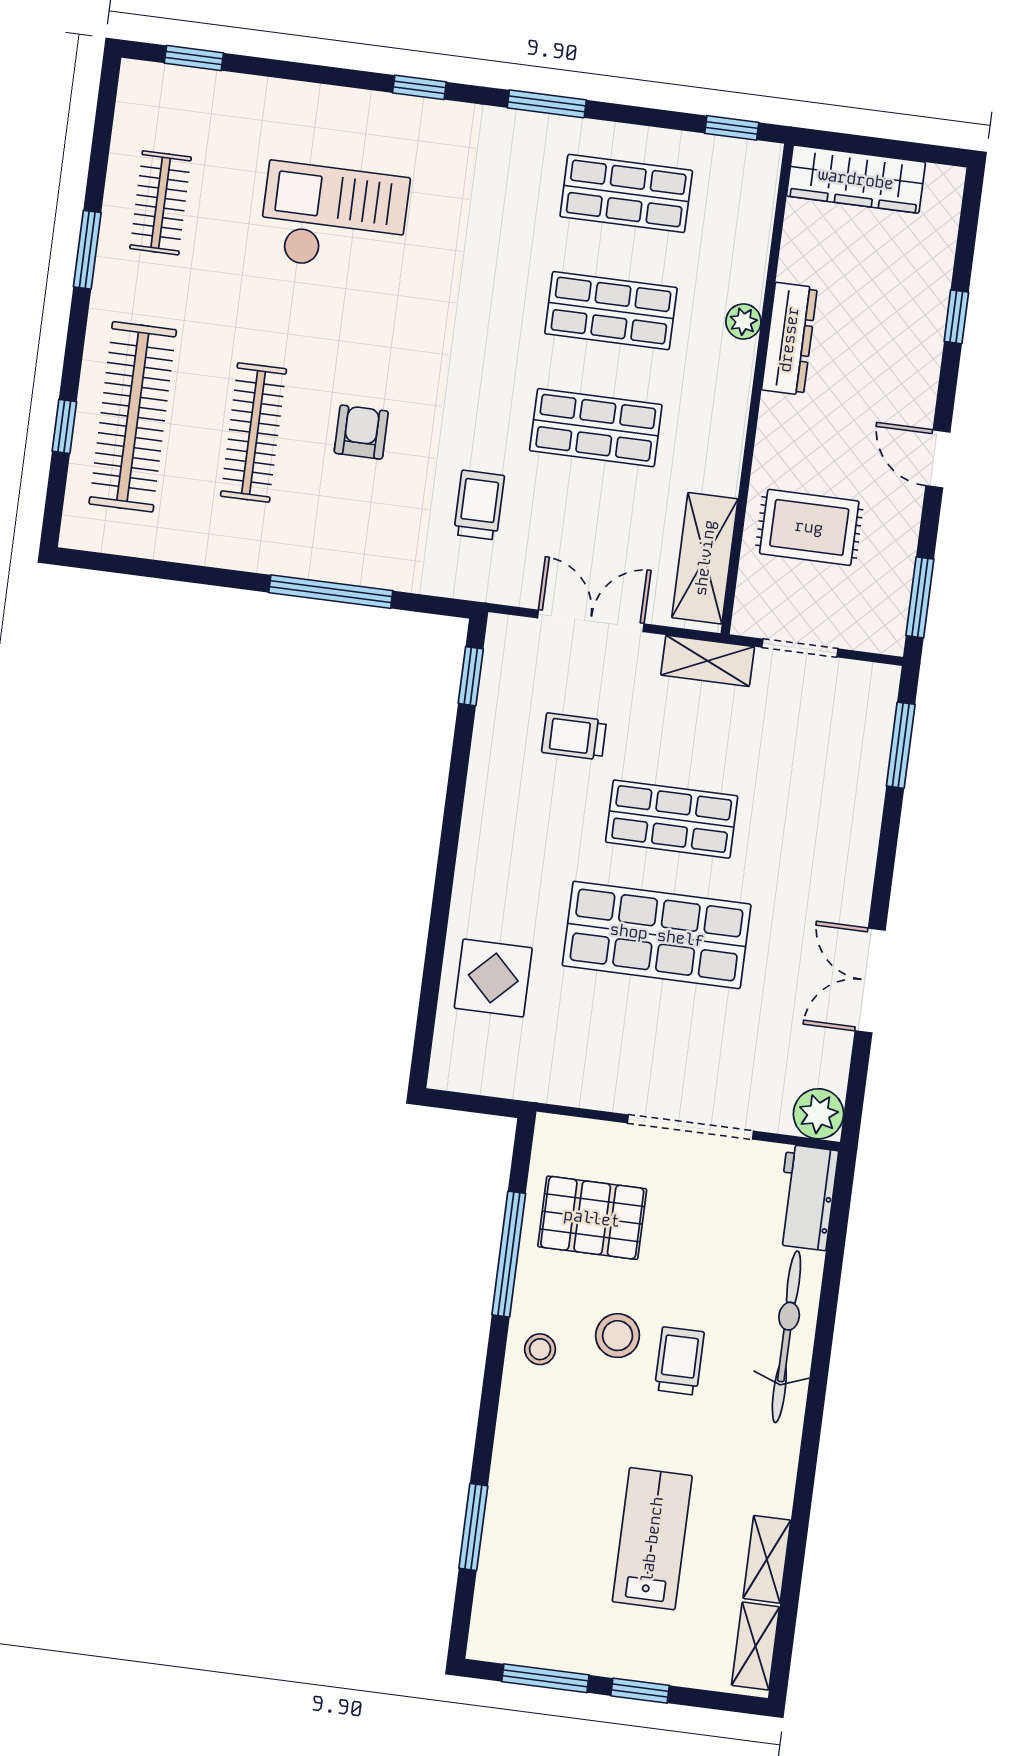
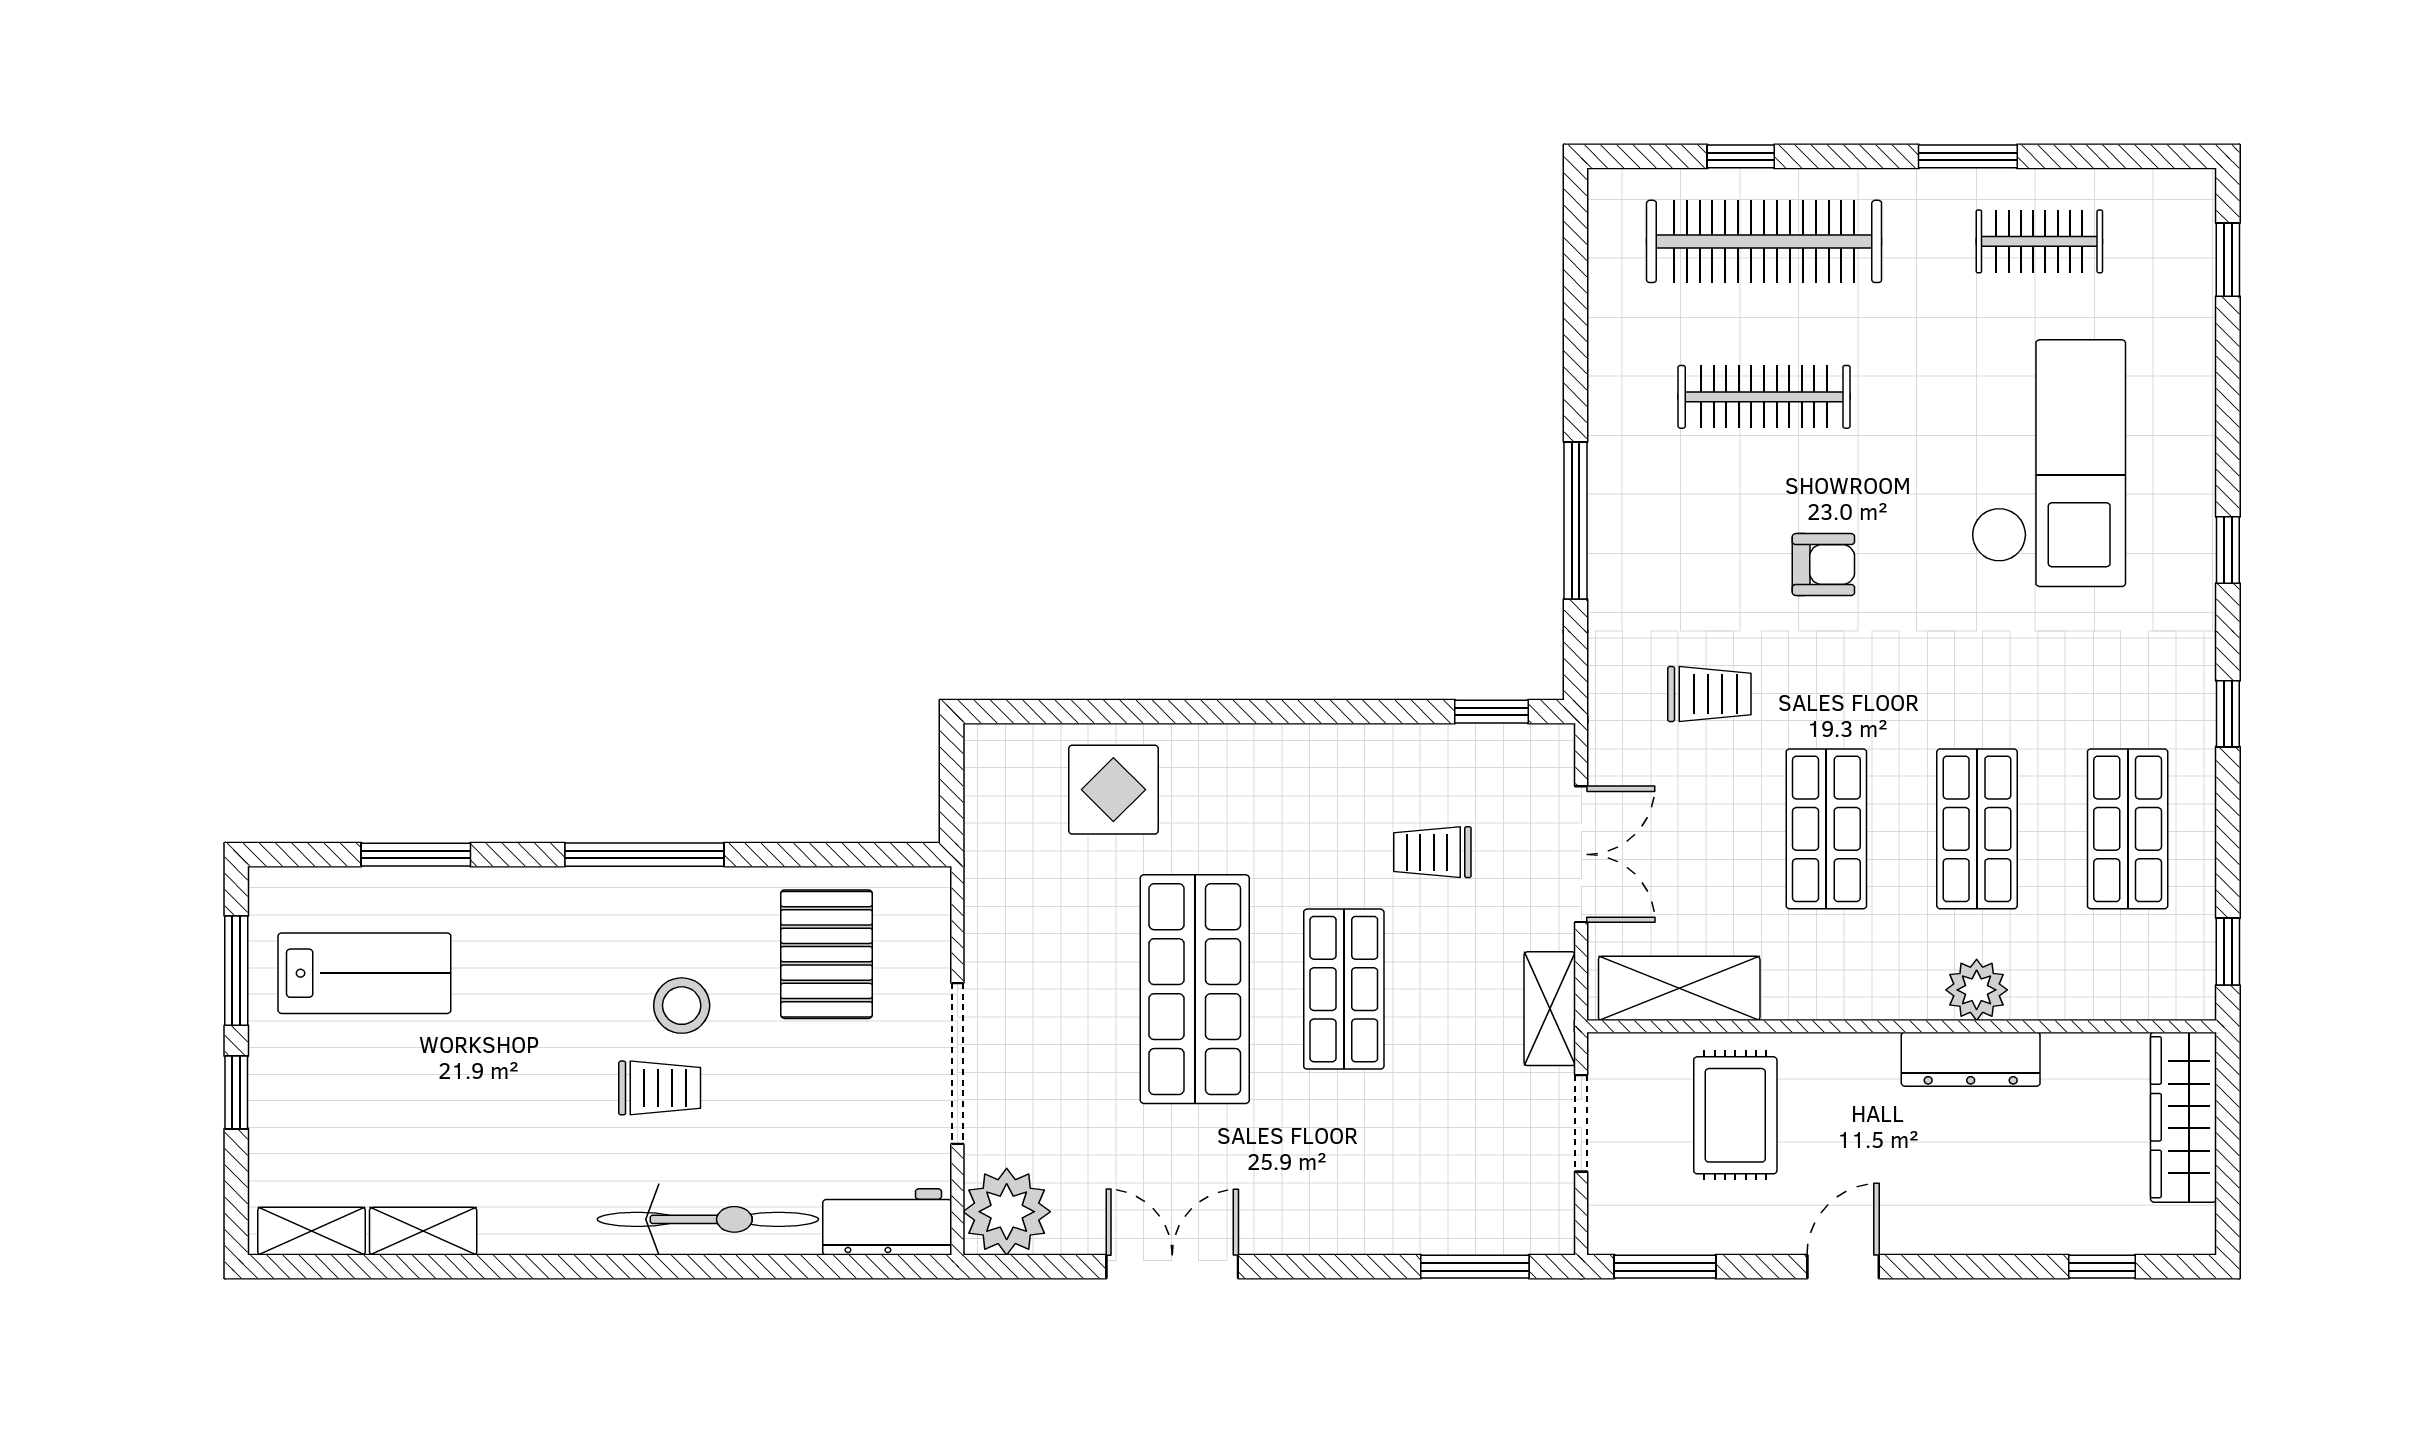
window: (547, 104) -> (2228, 714), width x0.67
checkout: (334, 218) -> (2048, 463), width x1.36, depth x1.21
window: (956, 317) -> (2102, 1267), moved
plant: (743, 322) -> (1977, 990), width x1.38, depth x1.38
armchair: (361, 432) -> (1823, 565), moved
trolley: (574, 736) -> (1432, 852), turned -90
plant: (818, 1114) -> (1007, 1212), width x1.36, depth x1.36
window: (509, 1254) -> (644, 855), moved
stool: (540, 1349) -> (652, 910), removed
lab bench: (652, 1539) -> (364, 973), moved

